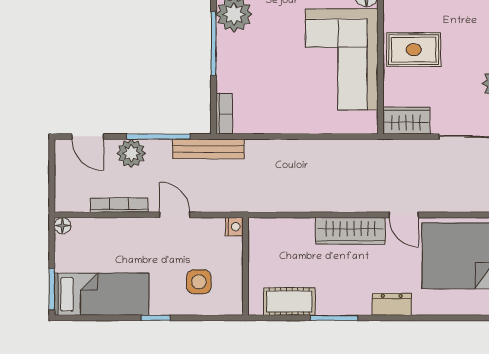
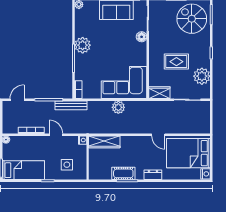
rug: (414, 50) -> (176, 62), moved
corner sofa: (342, 60) -> (124, 83), moved, turned 90
door: (88, 136) -> (17, 100), swing flipped
plant: (131, 153) -> (118, 107), moved
wardrobe: (350, 231) -> (104, 142), moved
cot: (289, 301) -> (123, 173), moved

